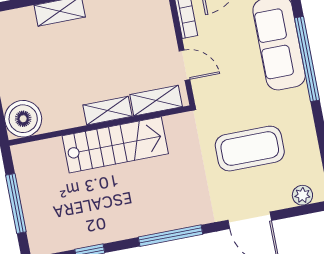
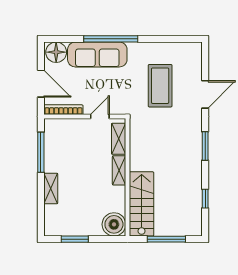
stairs: (115, 145) -> (142, 204), moved
plant: (302, 195) -> (196, 58), removed
window: (170, 236) -> (205, 146), width x0.69

